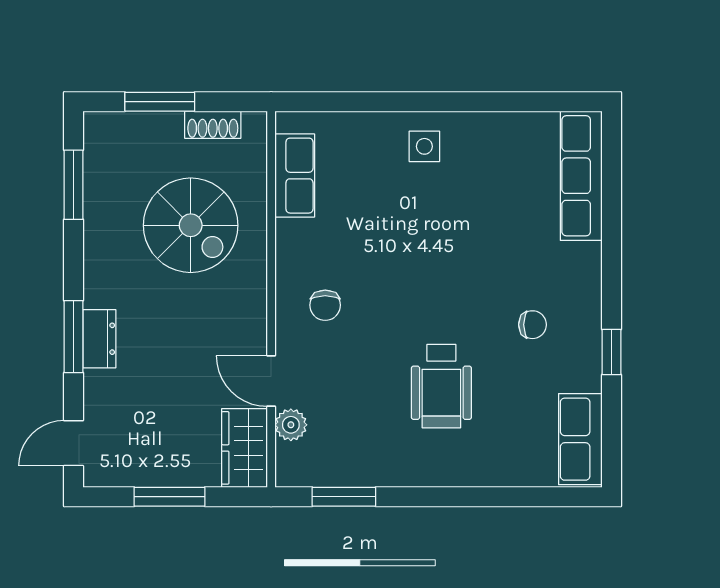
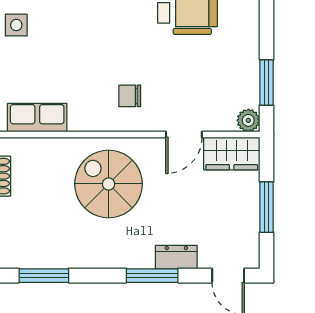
spiral stairs: (191, 225) -> (109, 184), moved, turned -90
chair: (325, 305) -> (130, 96), turned 180
dresser: (99, 339) -> (176, 257), moved
plant: (291, 425) -> (248, 120), moved

